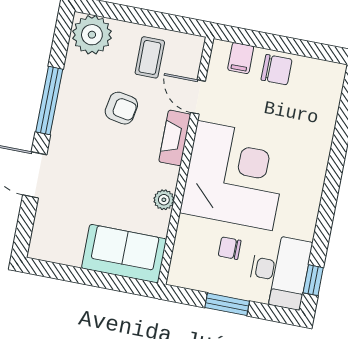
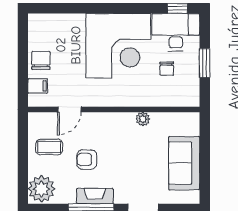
armchair: (121, 108) -> (87, 159), turned -100
fireplace: (175, 138) -> (95, 196), moved, turned 180
corner desk: (235, 175) -> (118, 46), moved, turned 180
sofa: (124, 254) -> (184, 163), moved

